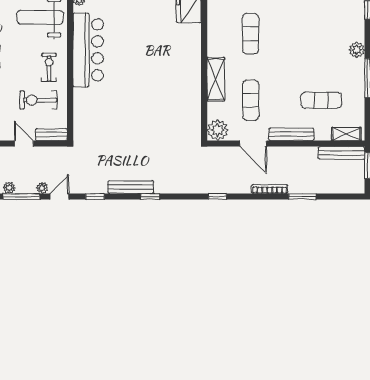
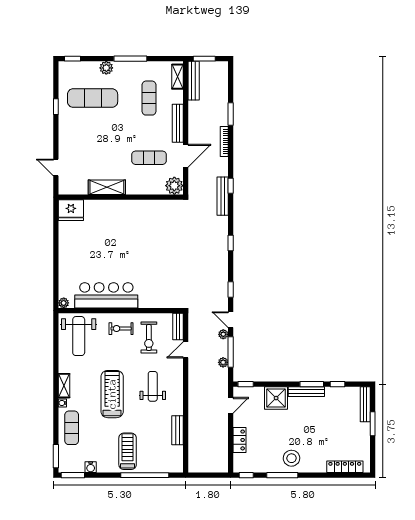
exercise mat: (251, 34) -> (93, 98), moved, width x1.36, depth x1.45
shelving: (216, 79) -> (107, 187), moved
bench: (131, 187) -> (223, 196), moved

